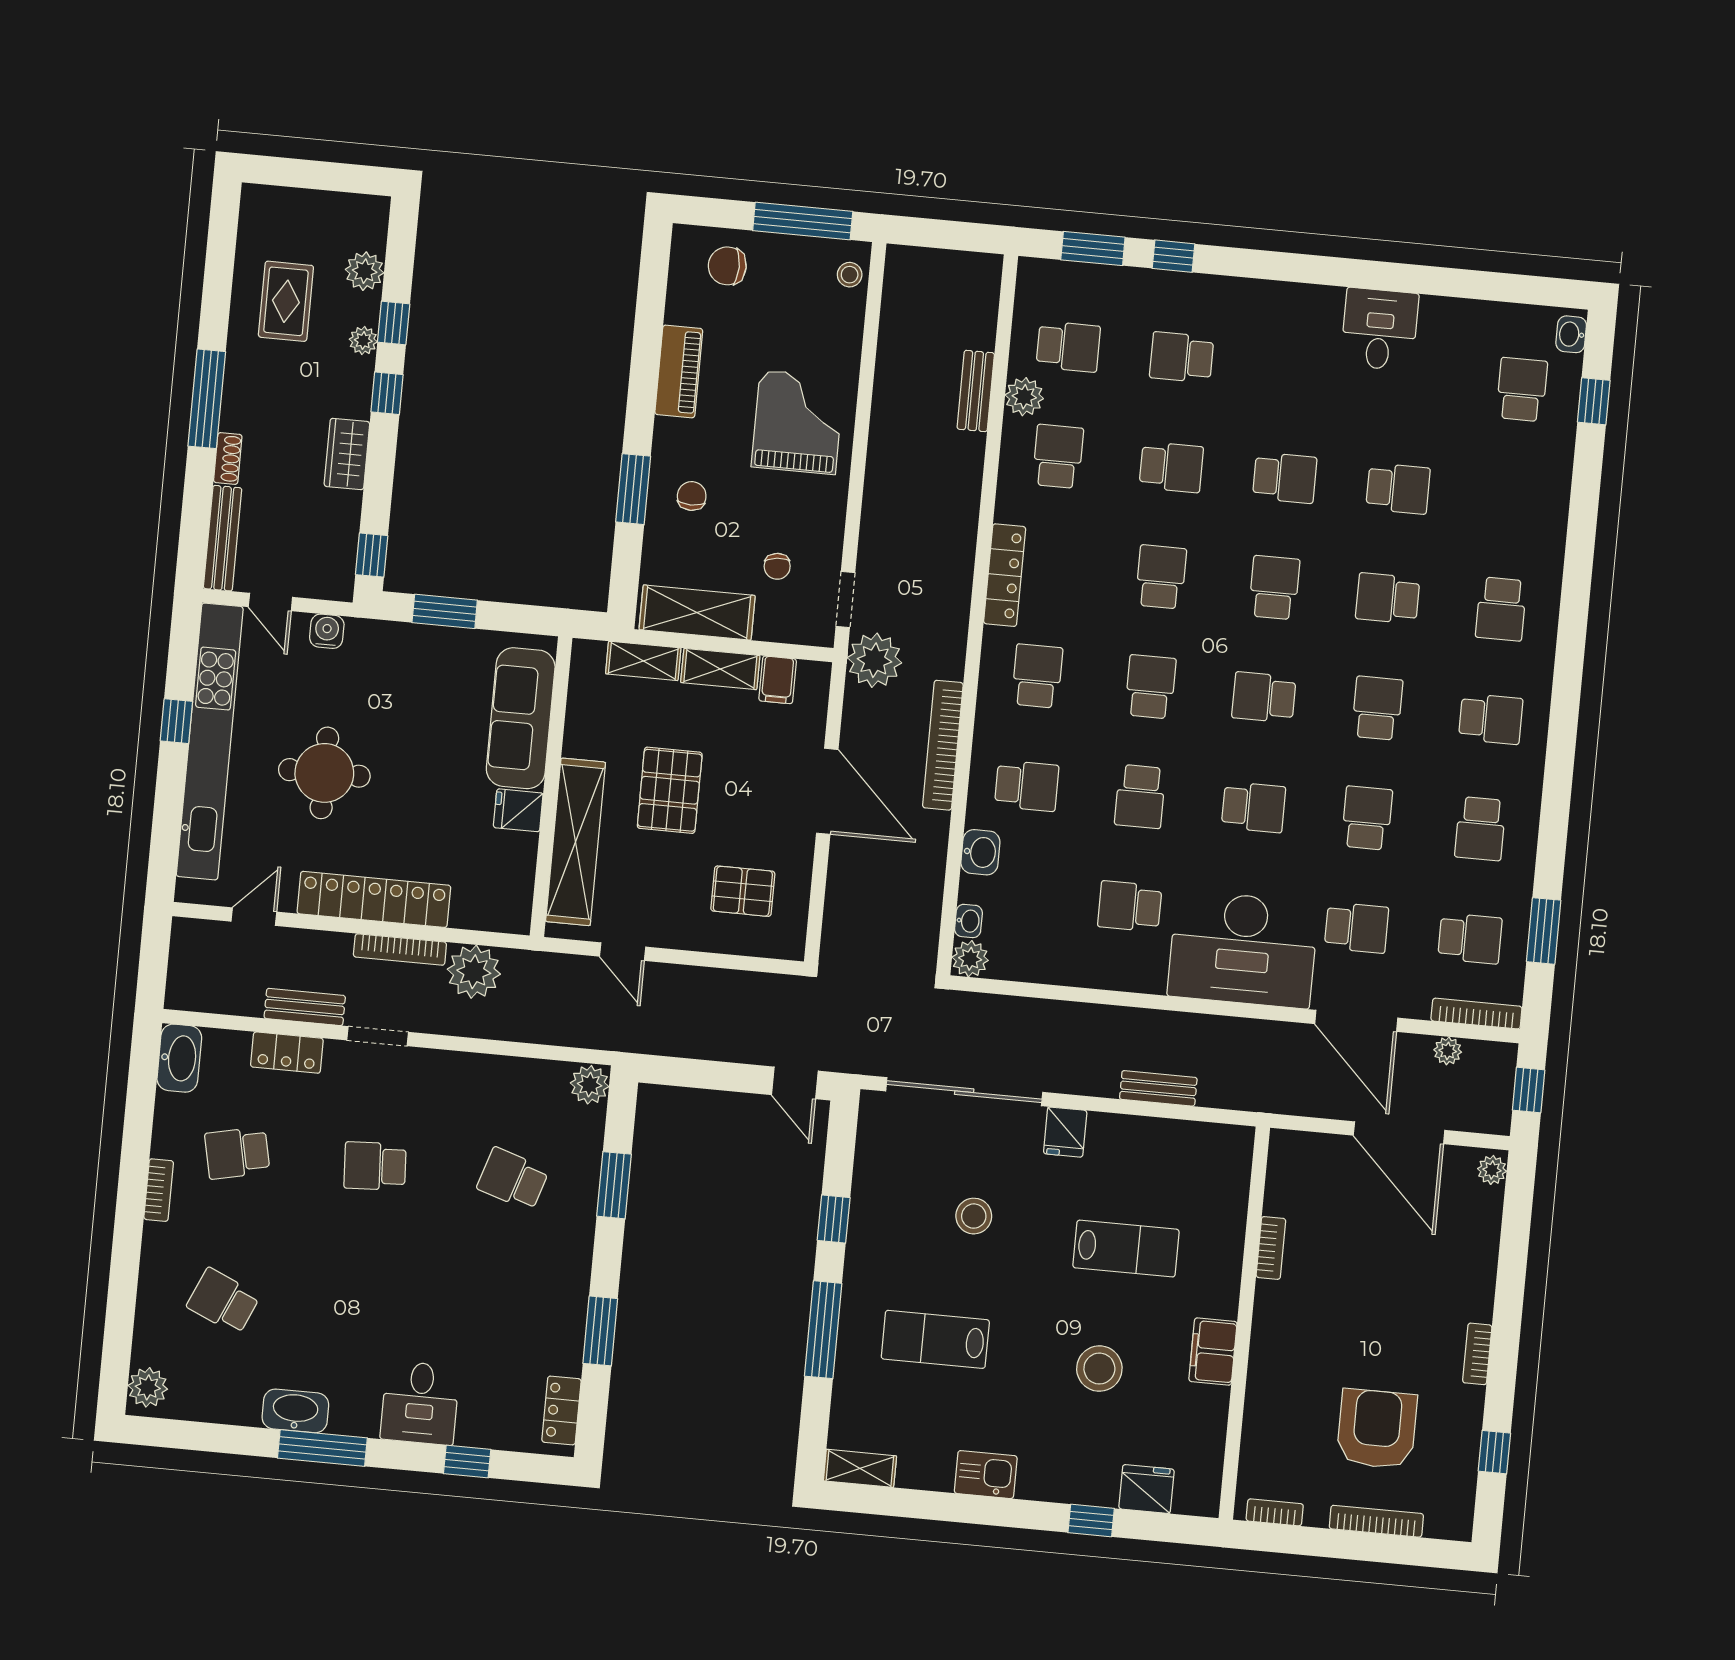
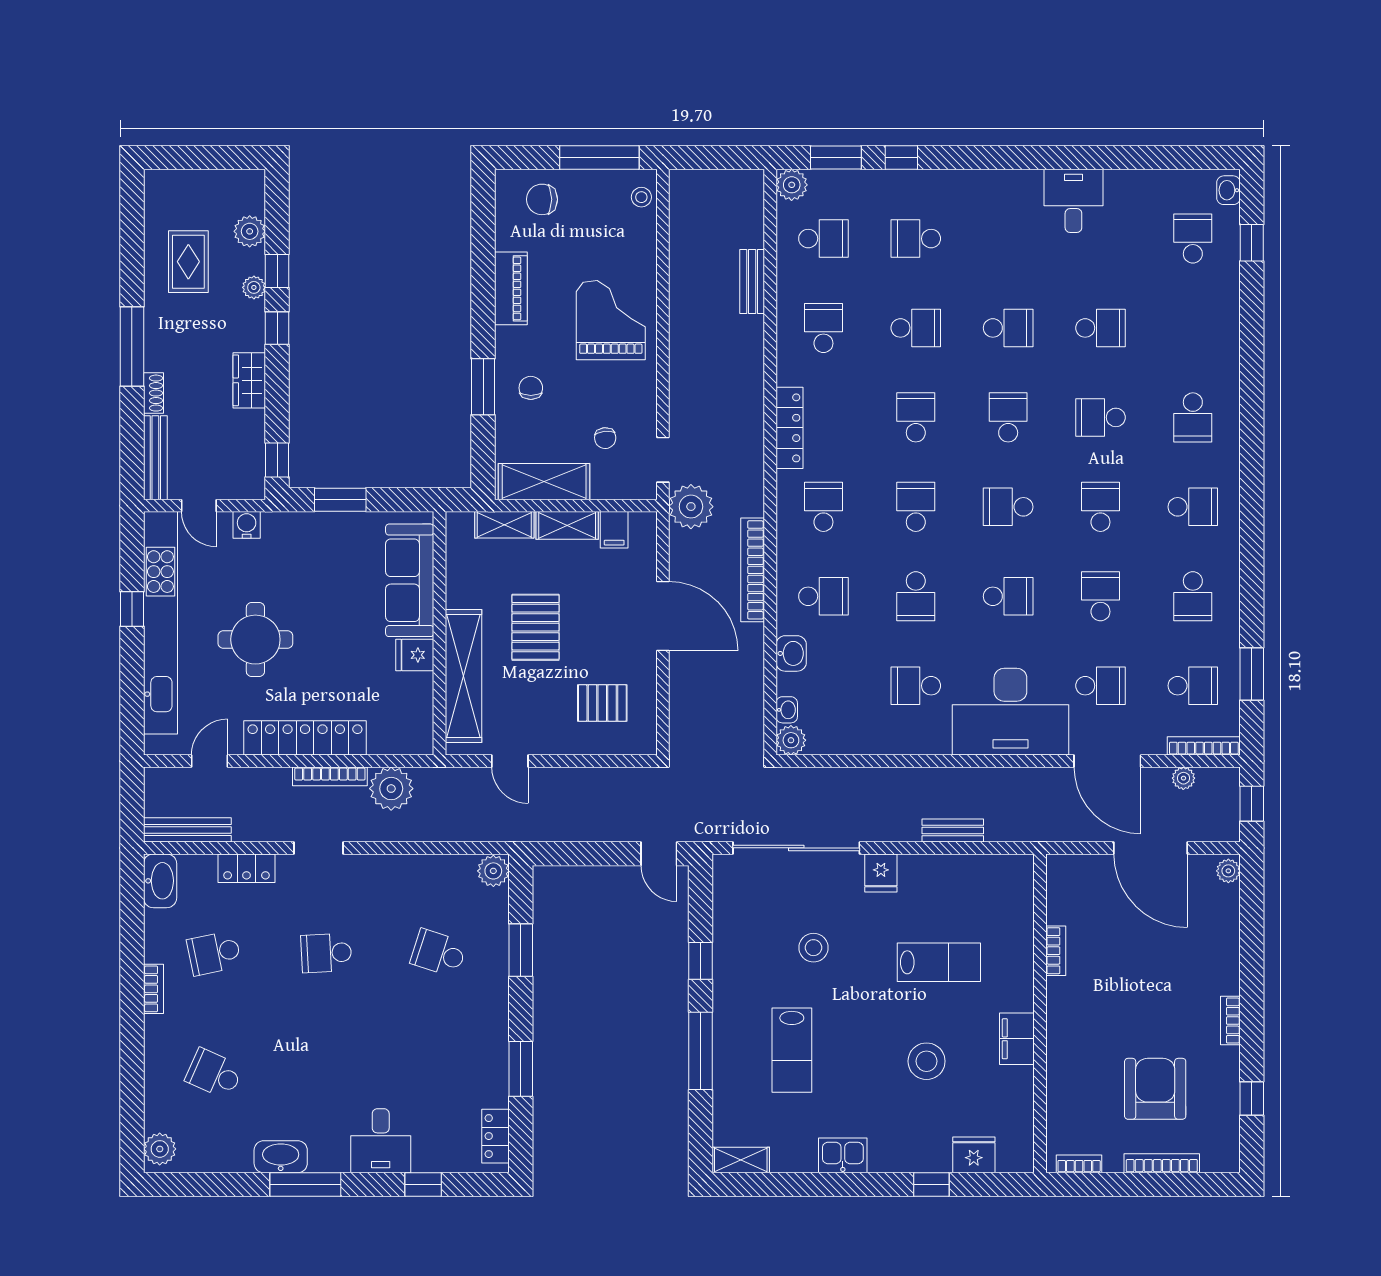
plant: (1024, 397) -> (792, 185), moved
bench: (305, 1007) -> (187, 830), moved, width x1.36
lab bench: (935, 1339) -> (792, 1050), turned -90

